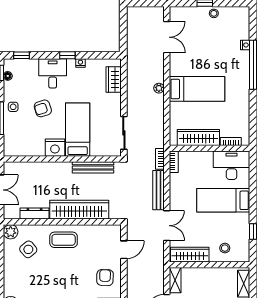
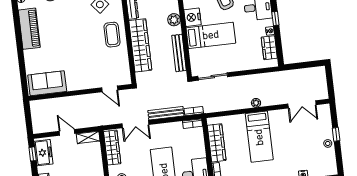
wardrobe: (114, 80) -> (269, 48), moved, turned -90
plant: (55, 169) -> (174, 20), added
armchair: (105, 278) -> (83, 75), removed

